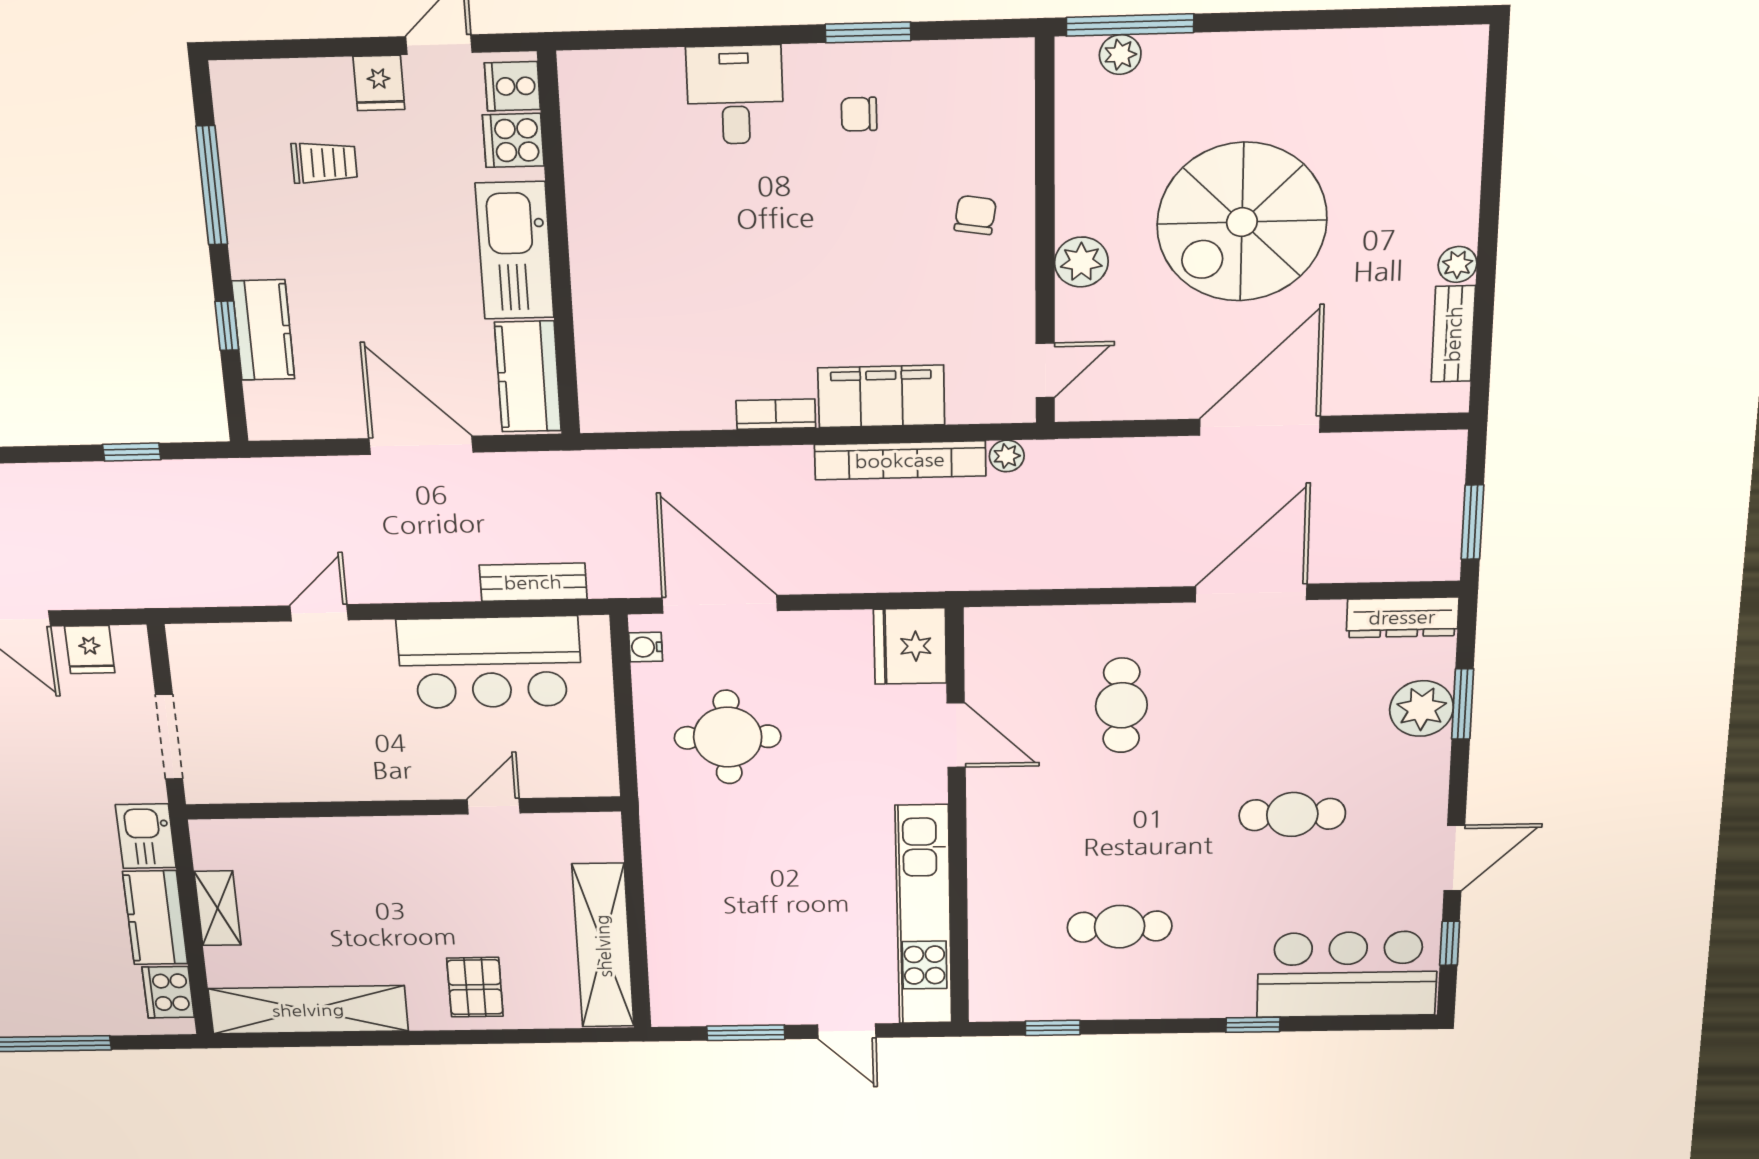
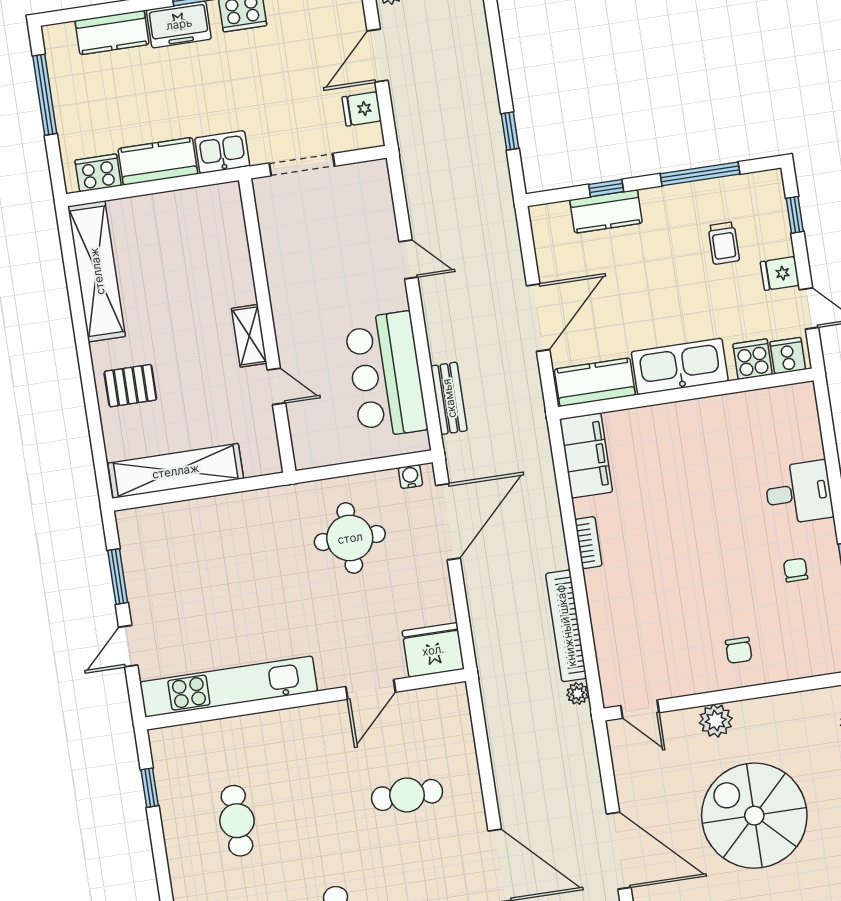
window: (286, 49) -> (795, 215), added
chair: (975, 215) -> (739, 650), turned 81
filing cabinet: (881, 396) -> (586, 455), moved
shelving: (218, 908) -> (249, 336), moved, turned 90

